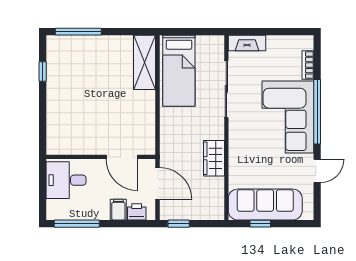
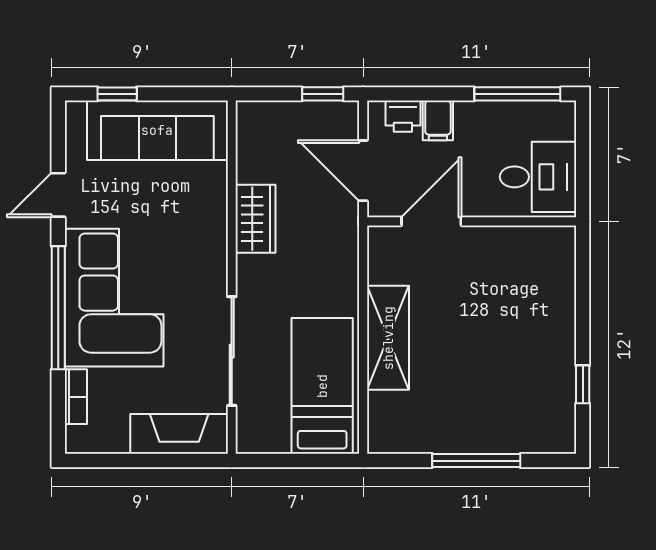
window: (78, 32) -> (476, 461), moved
fireplace: (247, 43) -> (179, 434), width x1.37, depth x1.32
shelving: (145, 62) -> (388, 338), moved
door: (122, 157) -> (431, 221), hinge flipped
window: (260, 224) -> (117, 94), moved

